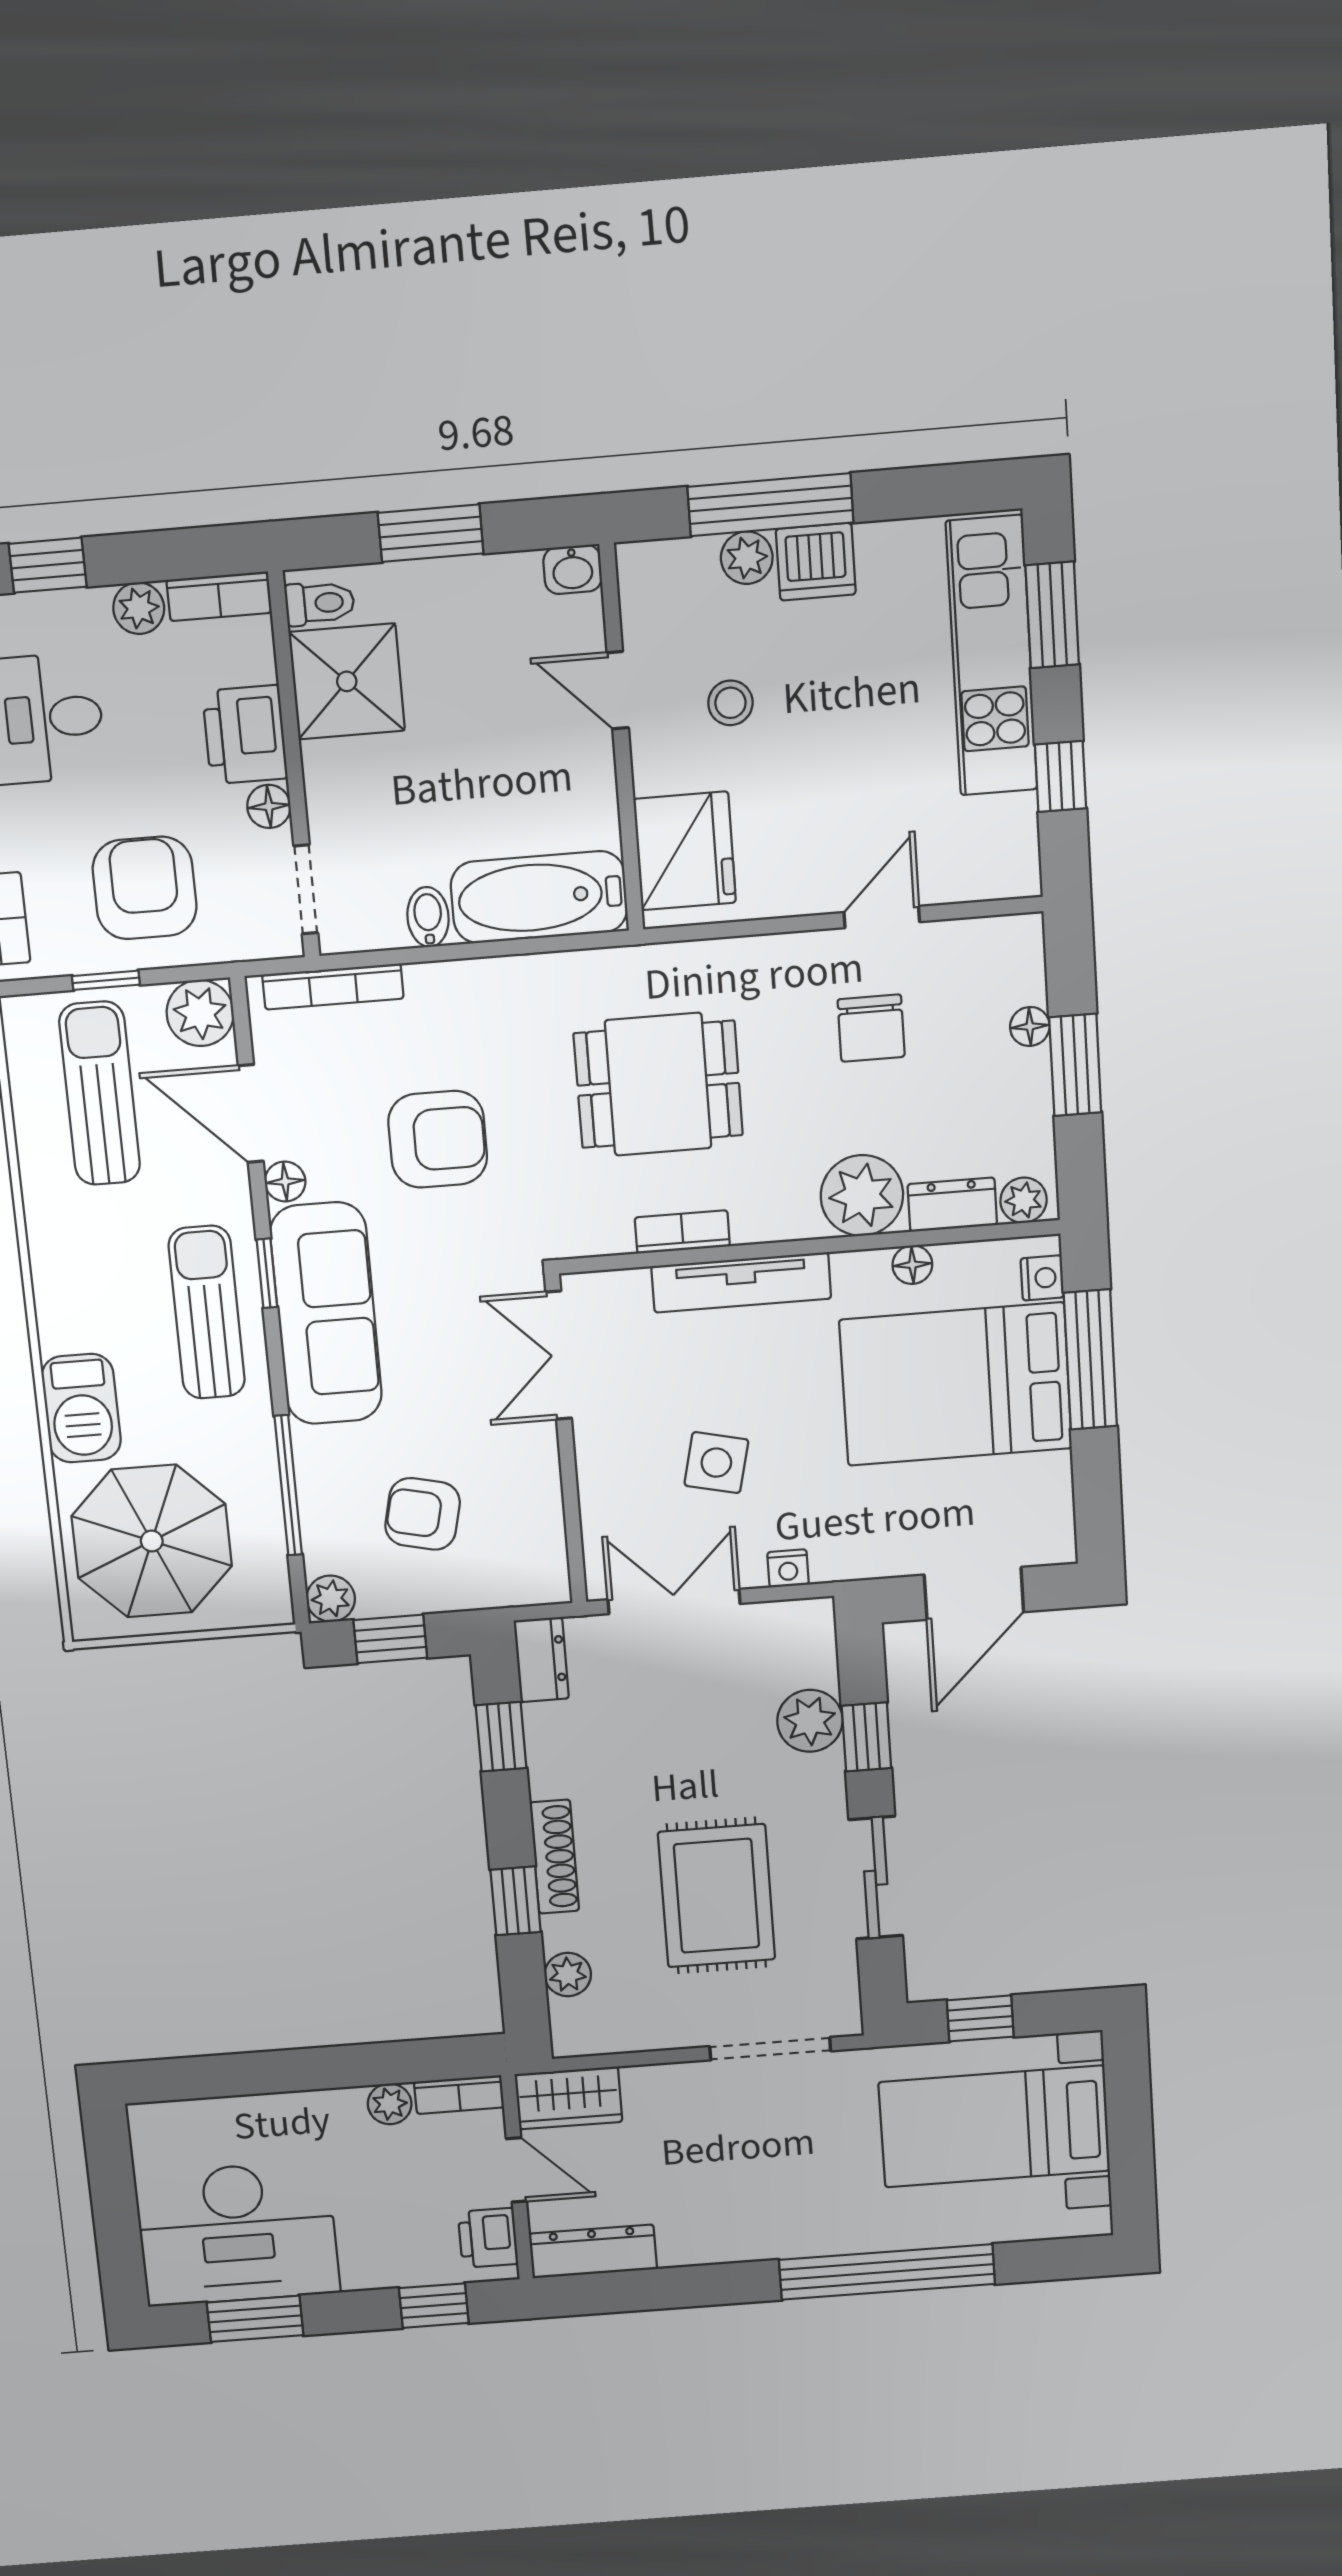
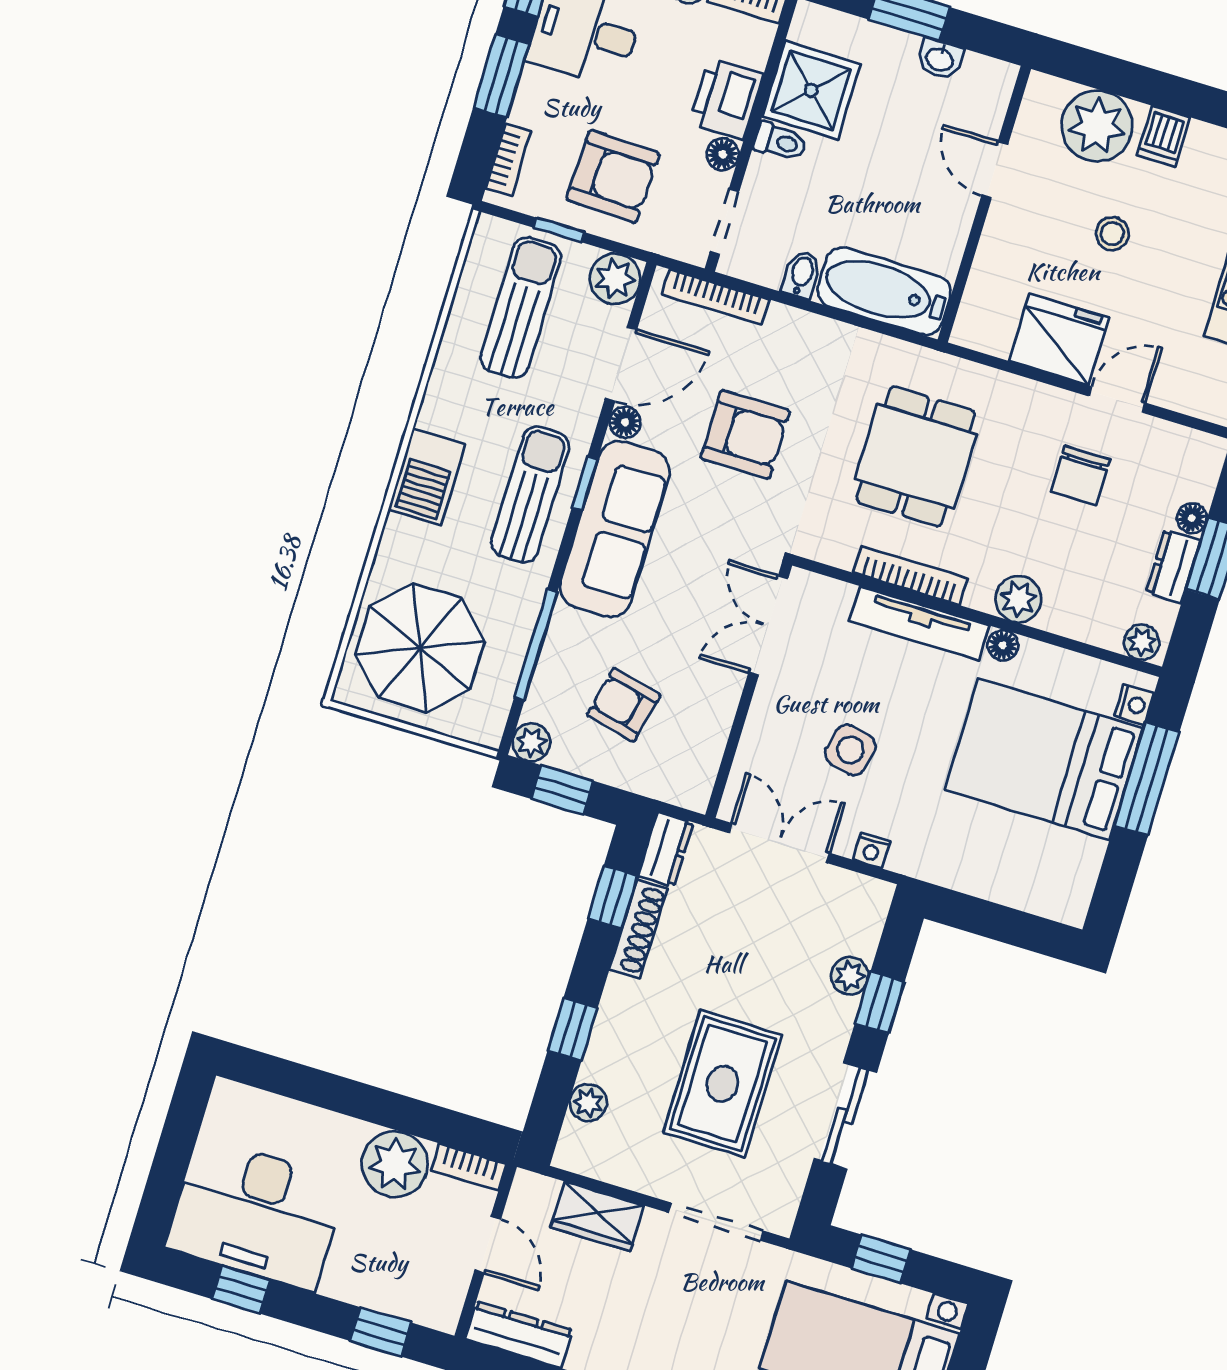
window: (770, 505) -> (1147, 86), removed
plant: (747, 558) -> (1097, 126), width x1.87, depth x1.87
dishwasher: (816, 562) -> (1164, 136), width x0.73
washbasin: (573, 569) -> (940, 59), moved
toilet: (320, 603) -> (780, 142), moved
stool: (730, 703) -> (1112, 234), moved
fridge: (685, 851) -> (1059, 339), moved, turned -90
armchair: (145, 888) -> (613, 176), turned 92
dining table: (658, 1084) -> (916, 456), turned 90
door: (251, 1114) -> (621, 364), swing flipped
plant: (862, 1195) -> (1018, 599), width x0.73, depth x0.73
dresser: (952, 1205) -> (1173, 566), moved, turned -90
bookcase: (682, 1232) -> (911, 576), width x1.56
floor lamp: (912, 1265) -> (1003, 645), moved
barbecue: (81, 1408) -> (427, 477), moved
door: (974, 1593) -> (999, 923), removed
plant: (810, 1721) -> (850, 976), width x0.73, depth x0.73
shoe rack: (554, 1857) -> (638, 929), moved
wardrobe: (569, 2098) -> (597, 1217), moved
plant: (390, 2104) -> (395, 1164), width x1.88, depth x1.88
printer: (488, 2238) -> (444, 1292), removed
window: (255, 2319) -> (241, 1289), width x0.67

